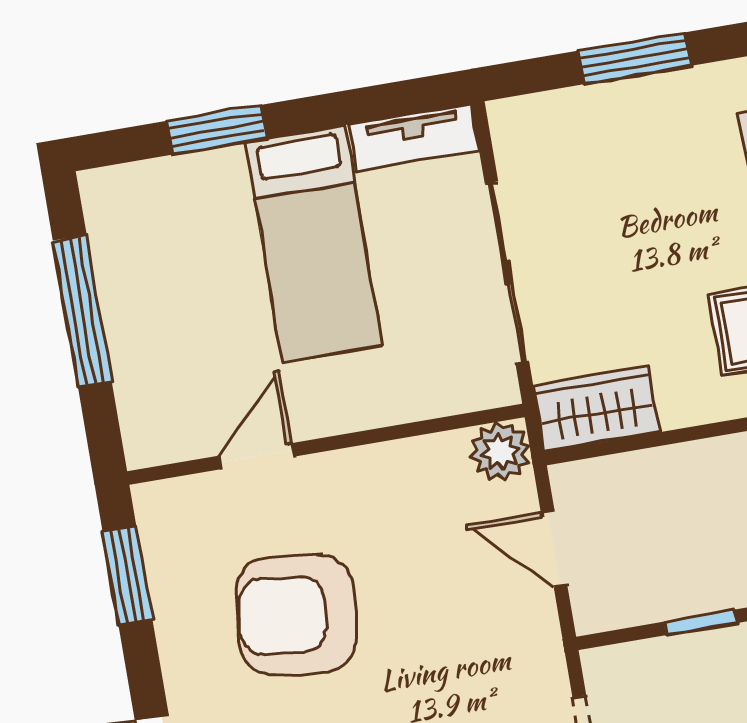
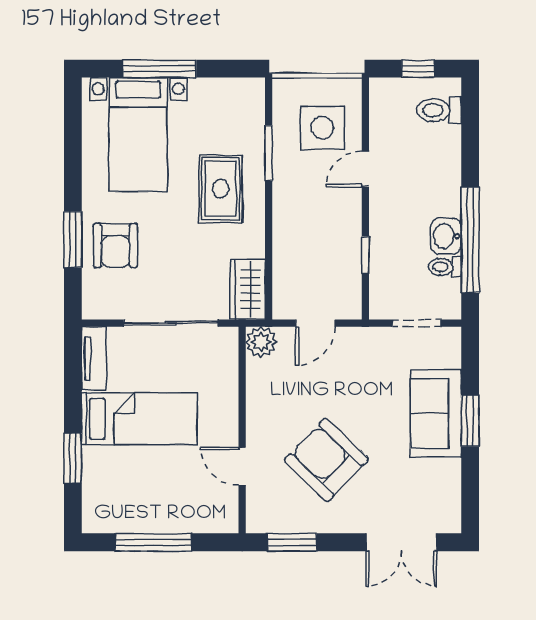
armchair: (637, 142) -> (115, 246), added
armchair: (296, 615) -> (326, 460), turned 127

